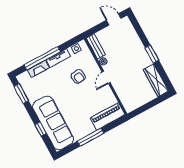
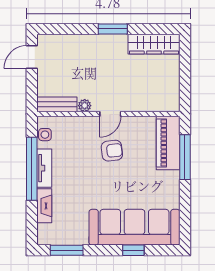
window: (42, 58) -> (32, 169), moved
armchair: (78, 77) -> (112, 151), moved
door: (106, 77) -> (110, 114), hinge flipped
window: (90, 137) -> (185, 157), moved

